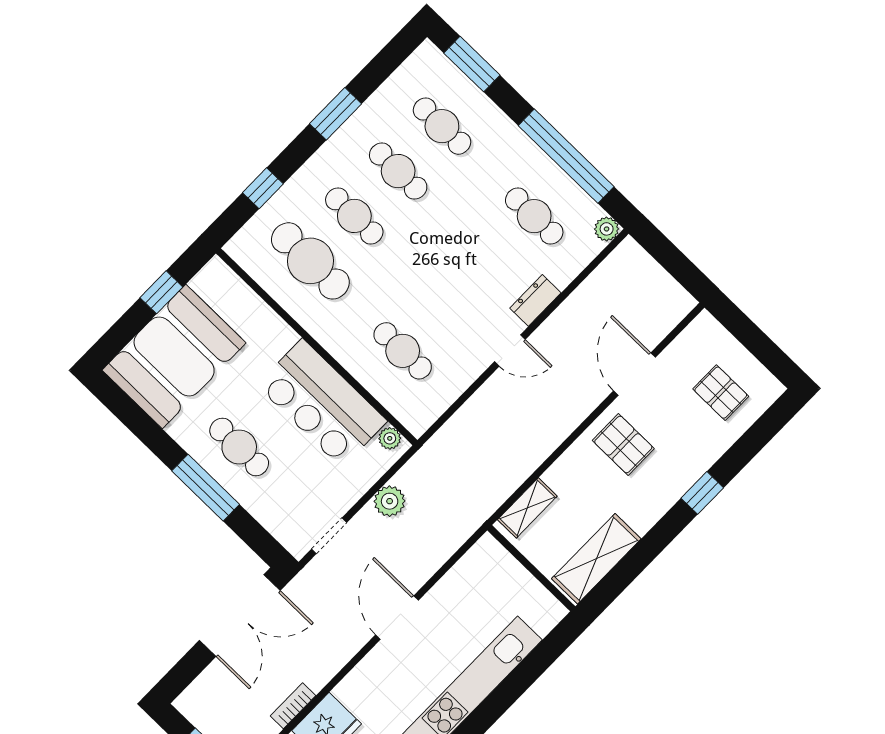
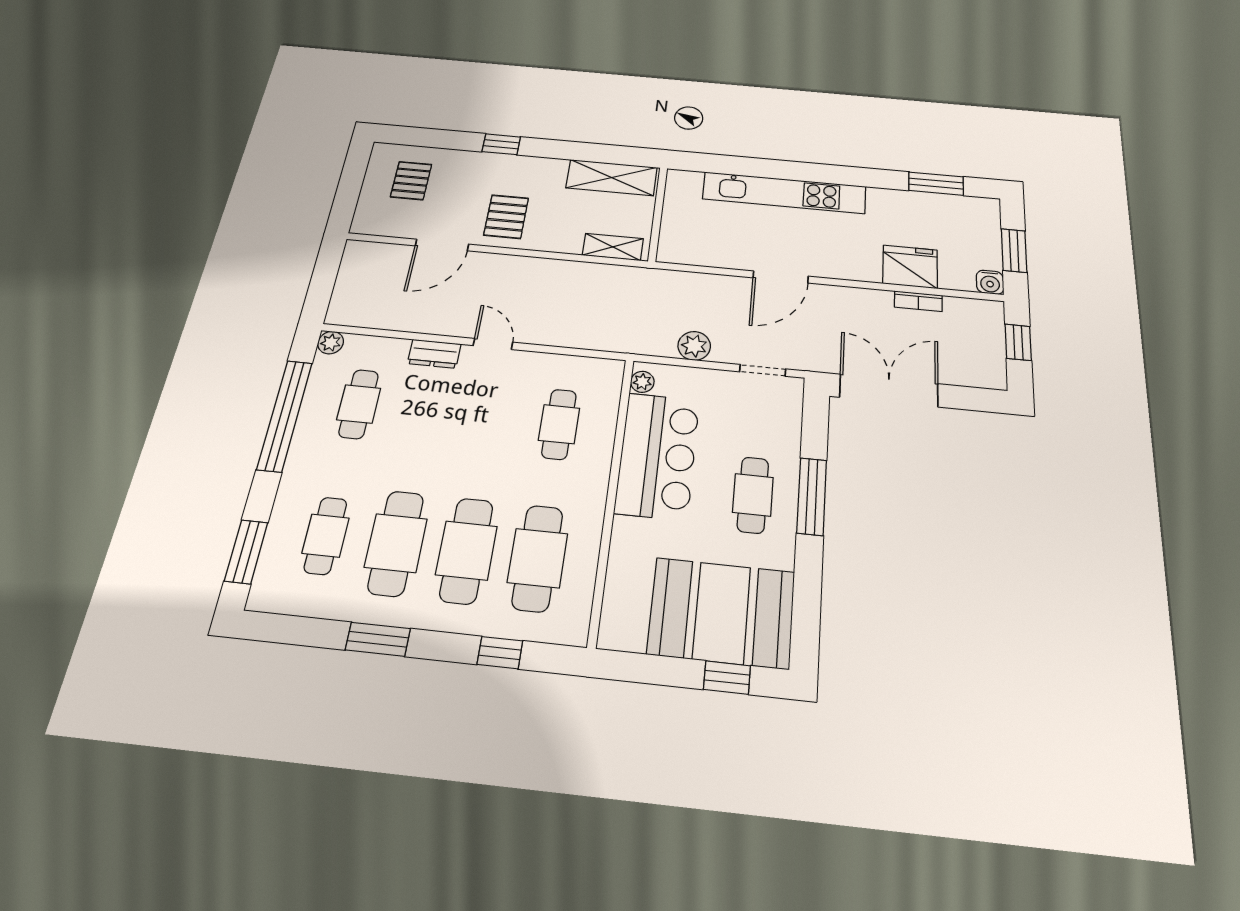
cafe table: (398, 171) -> (396, 543), width x1.37, depth x1.35
cafe table: (354, 216) -> (467, 550), width x1.37, depth x1.35
window: (161, 292) -> (727, 678), moved

